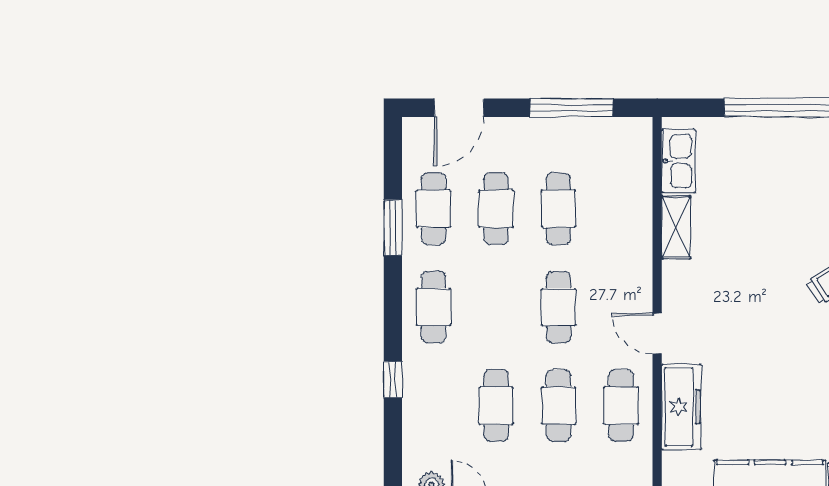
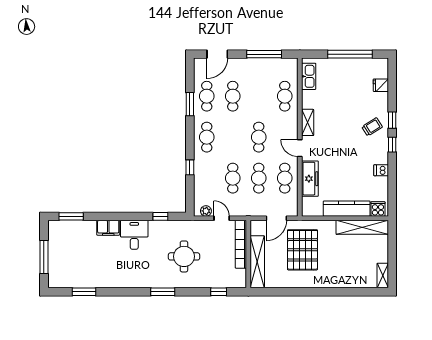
cafe table: (559, 209) -> (285, 96), moved
shelving: (676, 227) -> (308, 122), moved

